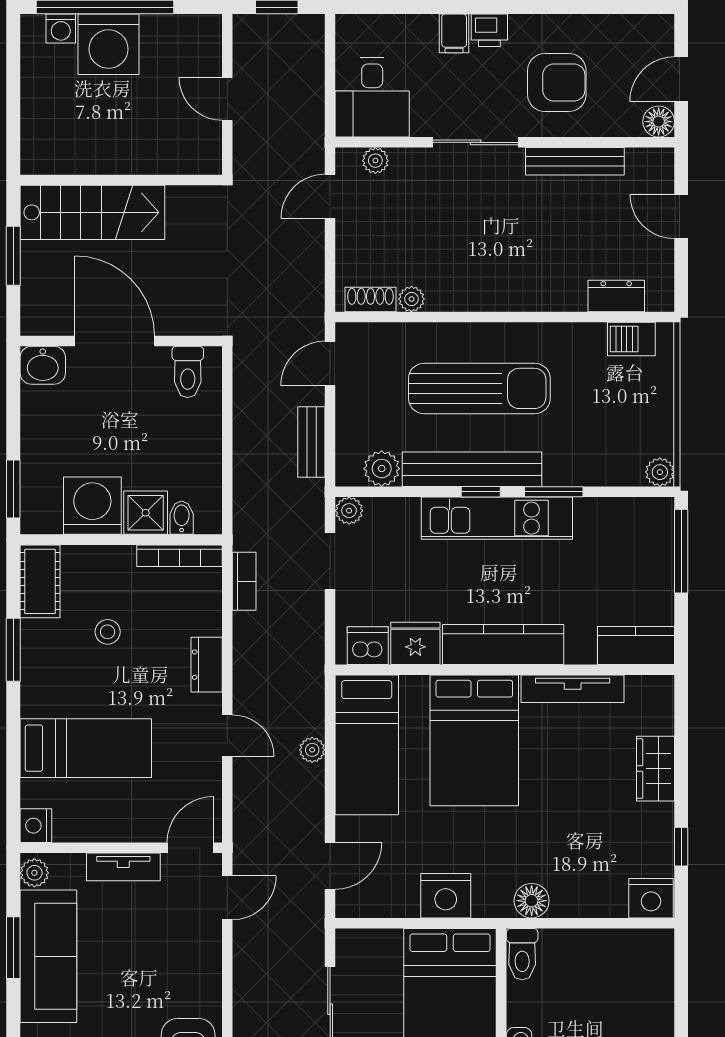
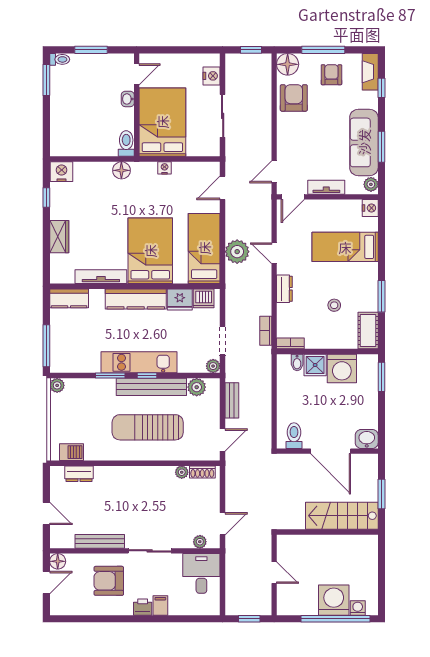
bookcase: (179, 556) -> (290, 343), width x0.64
plant: (312, 750) -> (237, 252), width x1.88, depth x1.88
nightstand: (446, 896) -> (165, 168), width x0.53, depth x0.56

